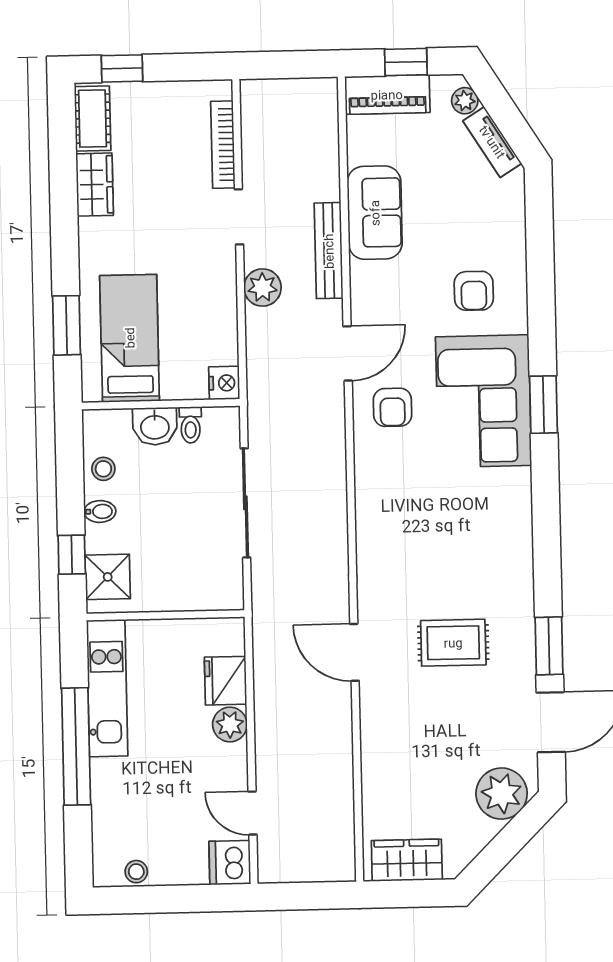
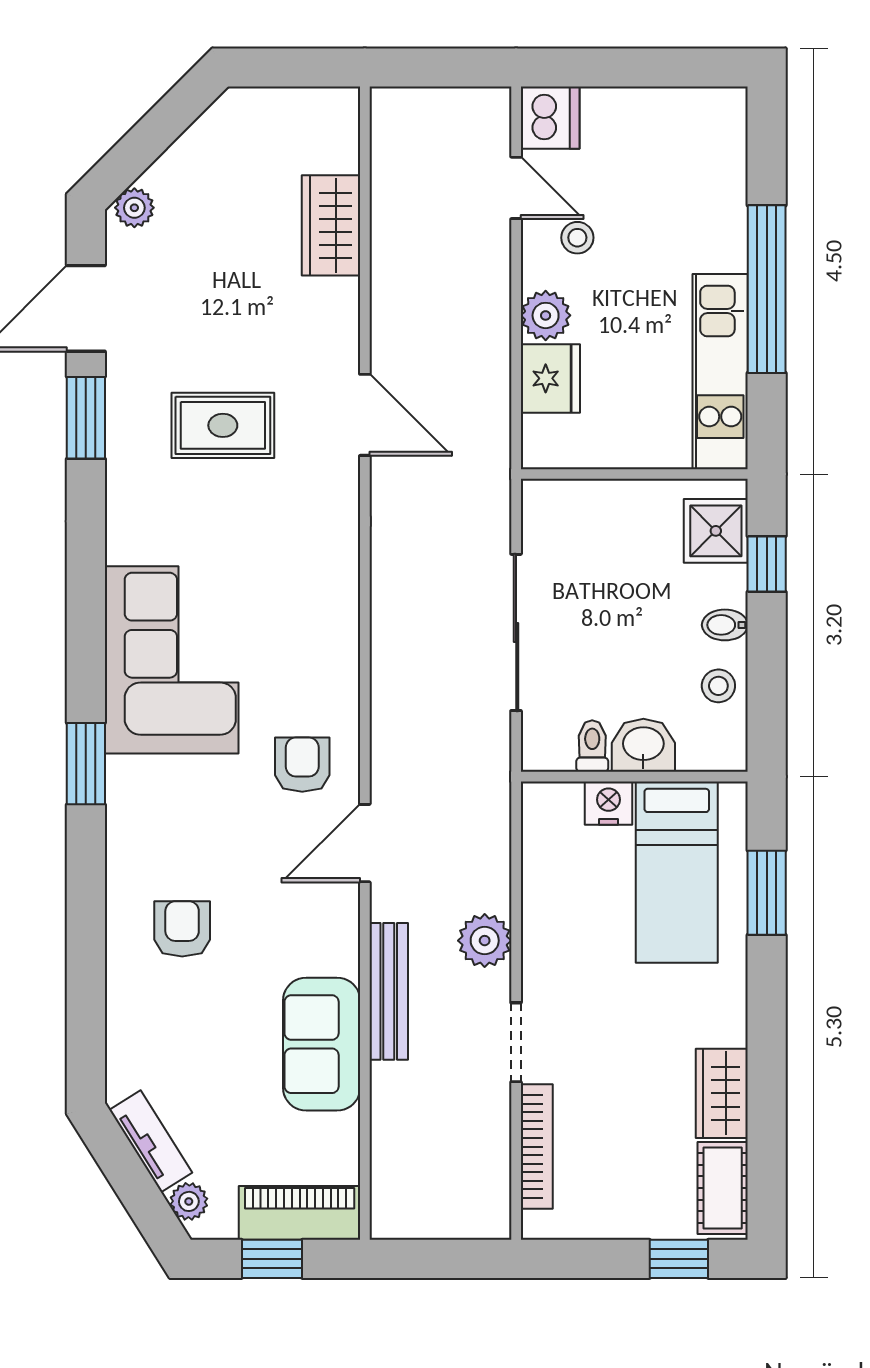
nightstand: (224, 383) -> (608, 803), moved, turned 90
corner sofa: (484, 401) -> (172, 660), moved
plant: (502, 794) -> (134, 208), width x0.53, depth x0.53
wardrobe: (407, 860) -> (331, 225), moved, turned 90
stool: (136, 872) -> (577, 238), moved

